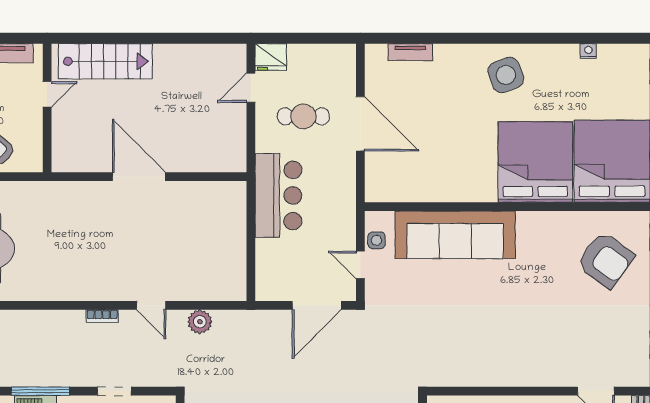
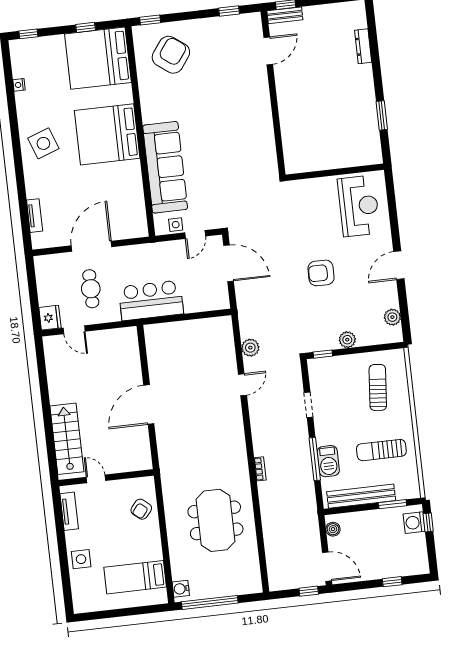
bed: (535, 162) -> (107, 134), moved
bookcase: (102, 316) -> (260, 469), moved

